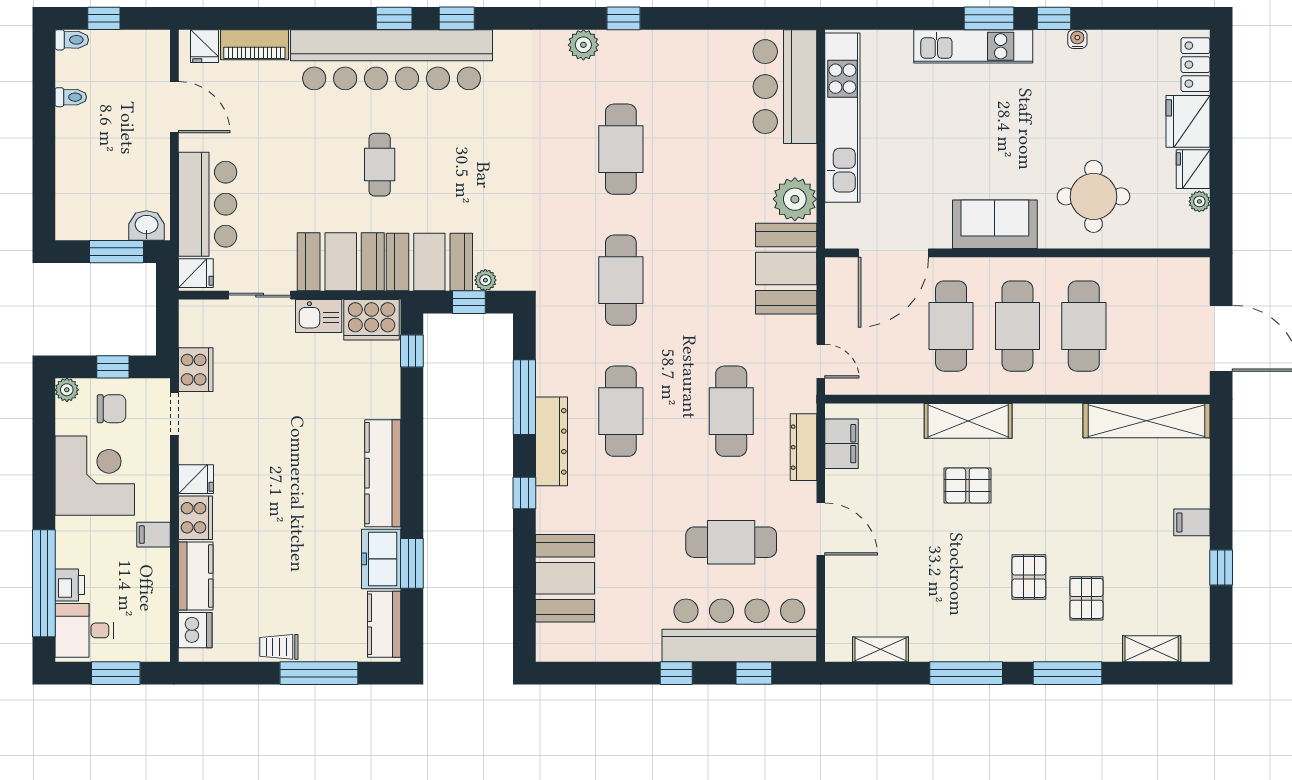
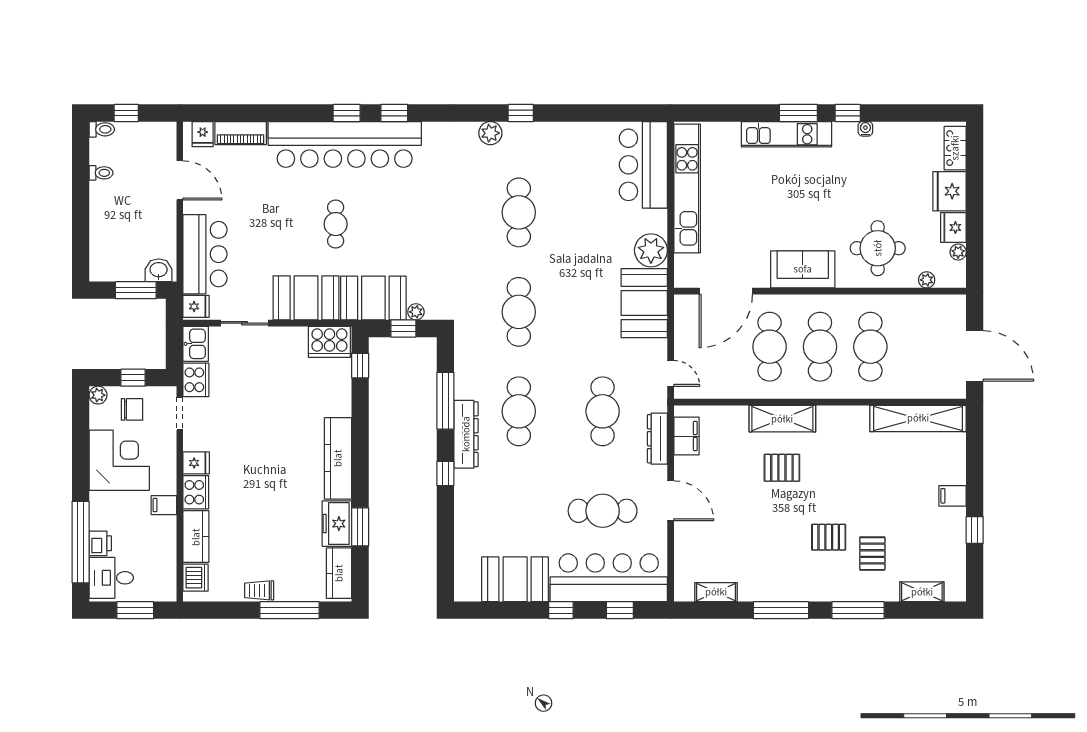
plant: (1158, 238) -> (927, 280), added
kitchen sink: (319, 316) -> (196, 344), moved, turned -90
pallet: (1029, 577) -> (829, 537), turned 90
booth: (565, 578) -> (515, 579), moved, turned 90

